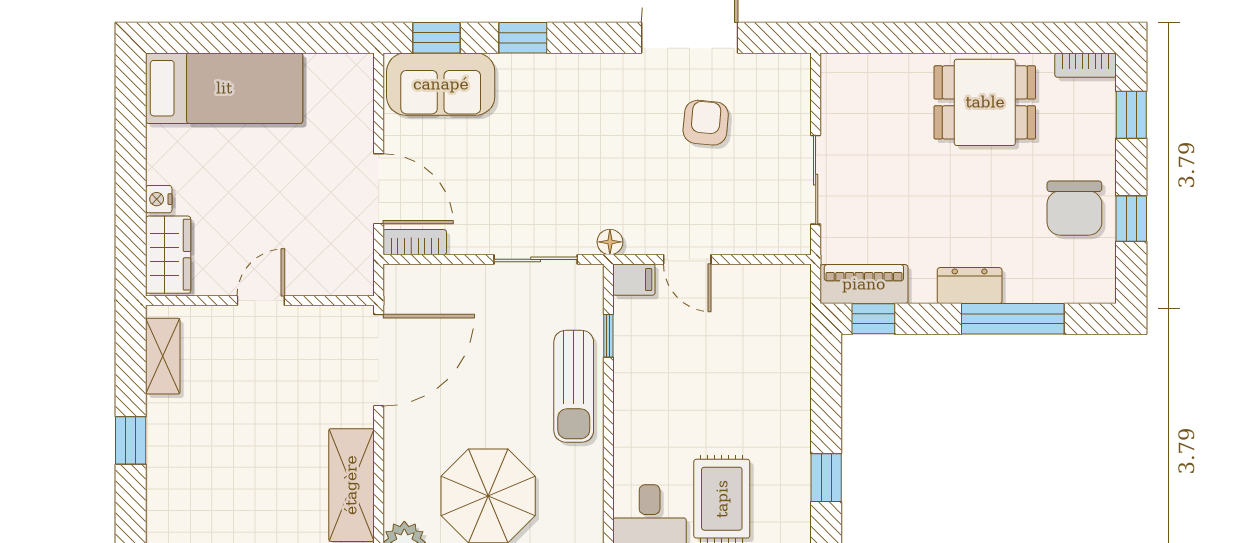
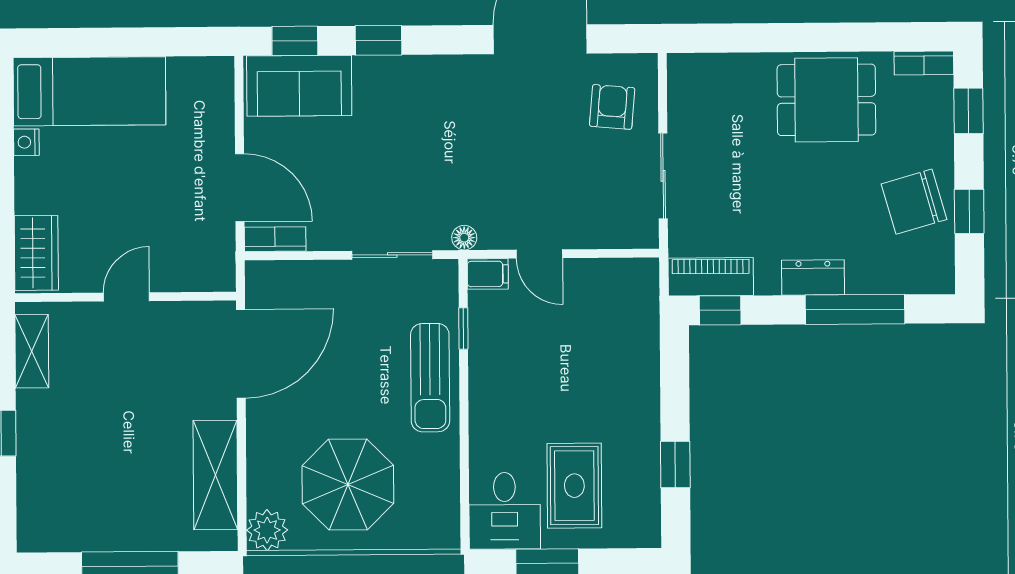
armchair: (706, 123) -> (612, 107), moved
nightstand: (159, 199) -> (26, 142), moved
chair: (1074, 208) -> (914, 202), turned 74

